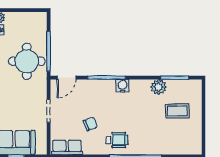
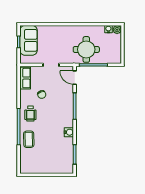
water cooler: (123, 86) -> (69, 132), moved
plant: (159, 87) -> (68, 143), removed
coffee table: (177, 111) -> (29, 139), moved

